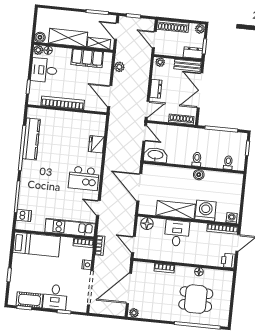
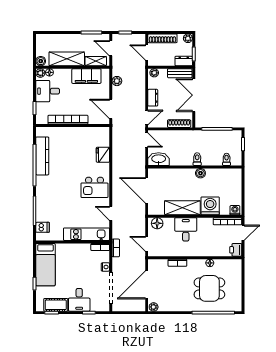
bed: (37, 244) -> (45, 265), moved, turned 90

